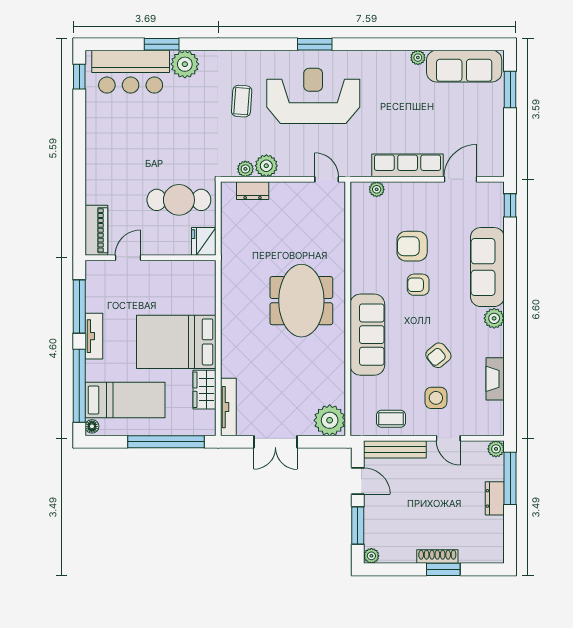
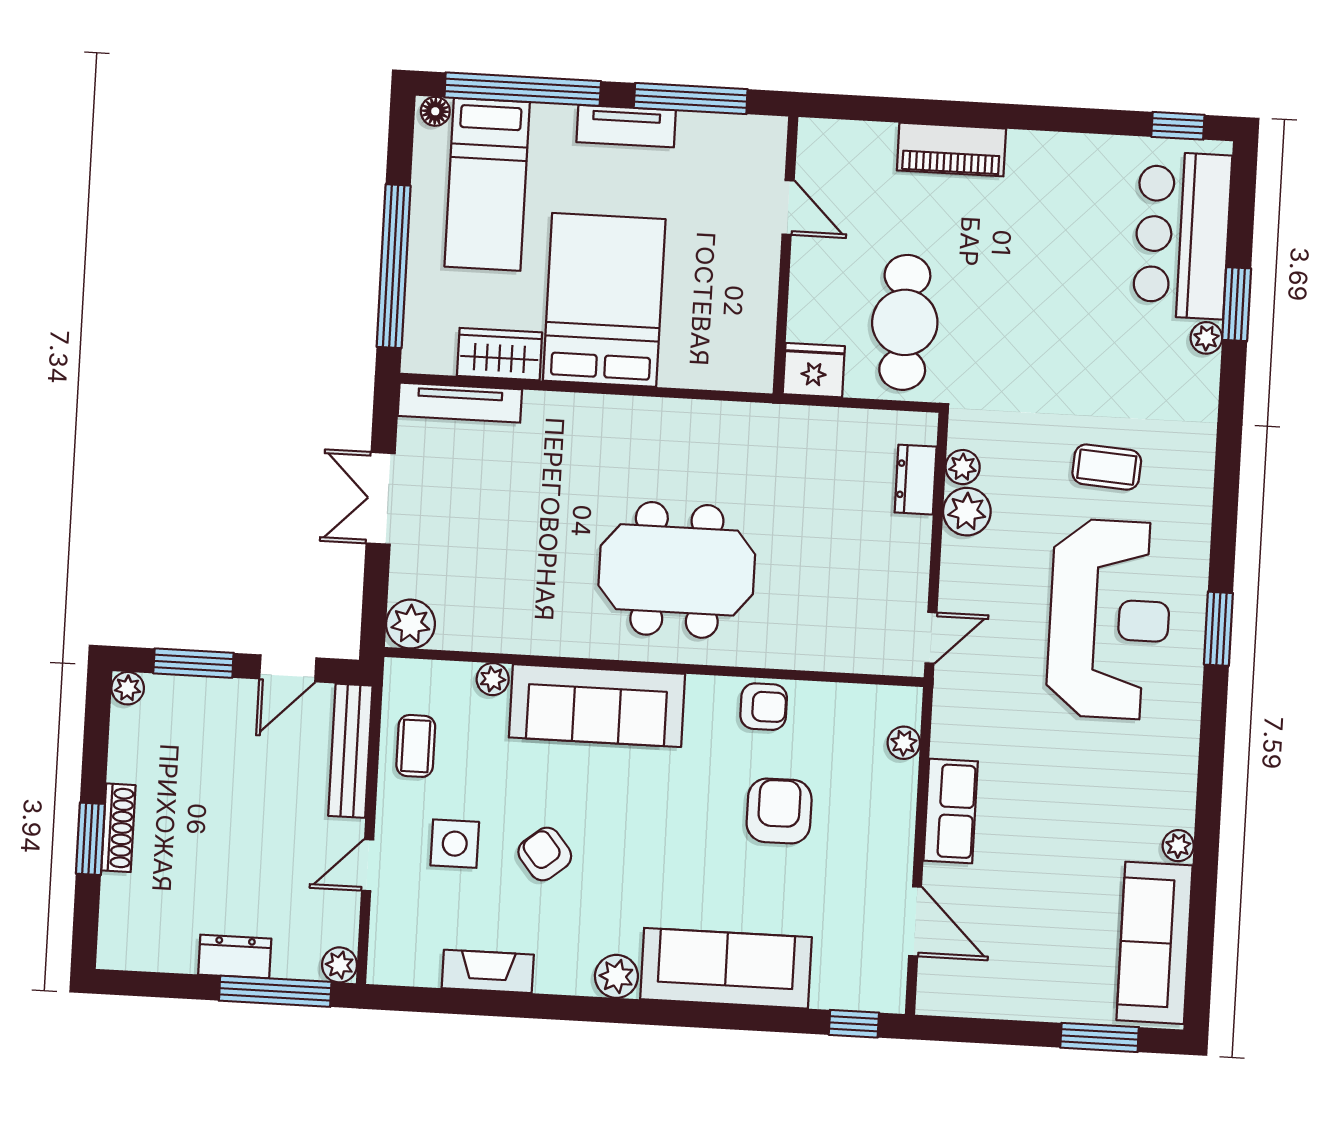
plant: (185, 64) -> (1206, 338), width x0.53, depth x0.53
row of seats: (408, 165) -> (951, 811), width x0.68
piano: (96, 230) -> (951, 150), moved
armchair: (418, 285) -> (764, 707), moved, turned 90
plant: (358, 384) -> (493, 679), added
plant: (330, 420) -> (411, 624), width x0.73, depth x0.73

